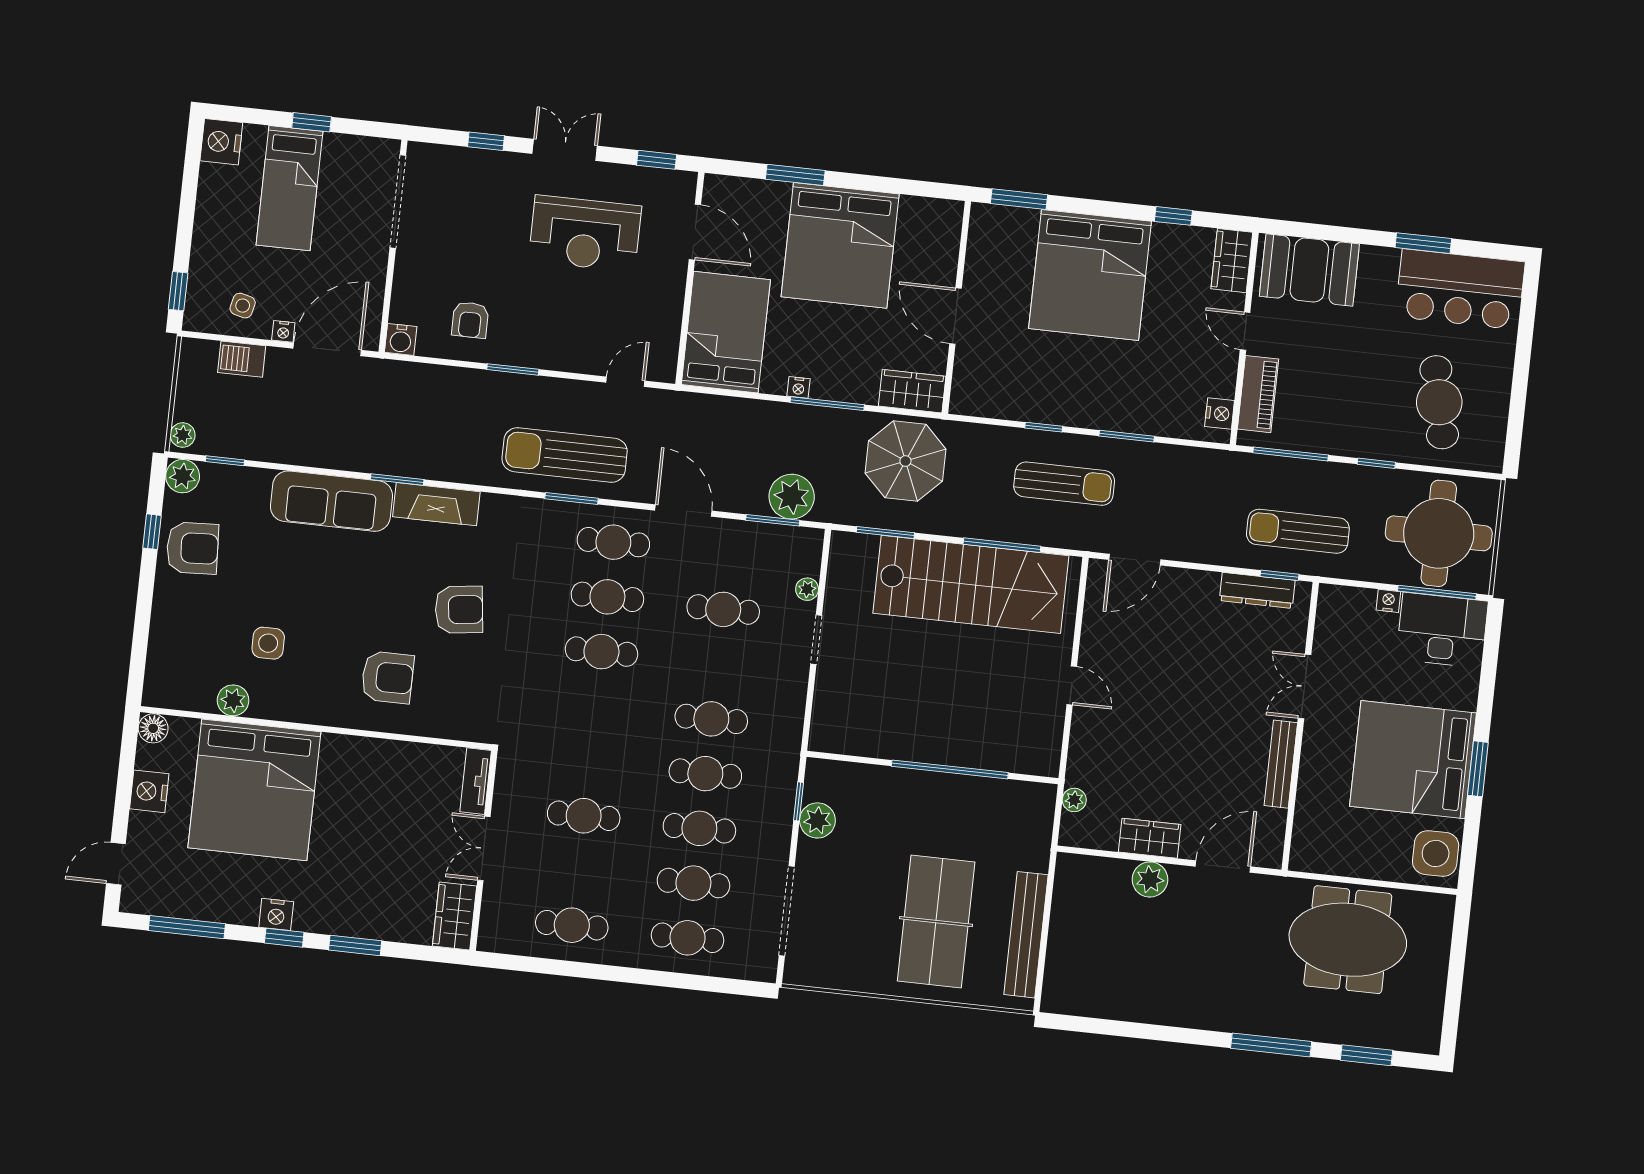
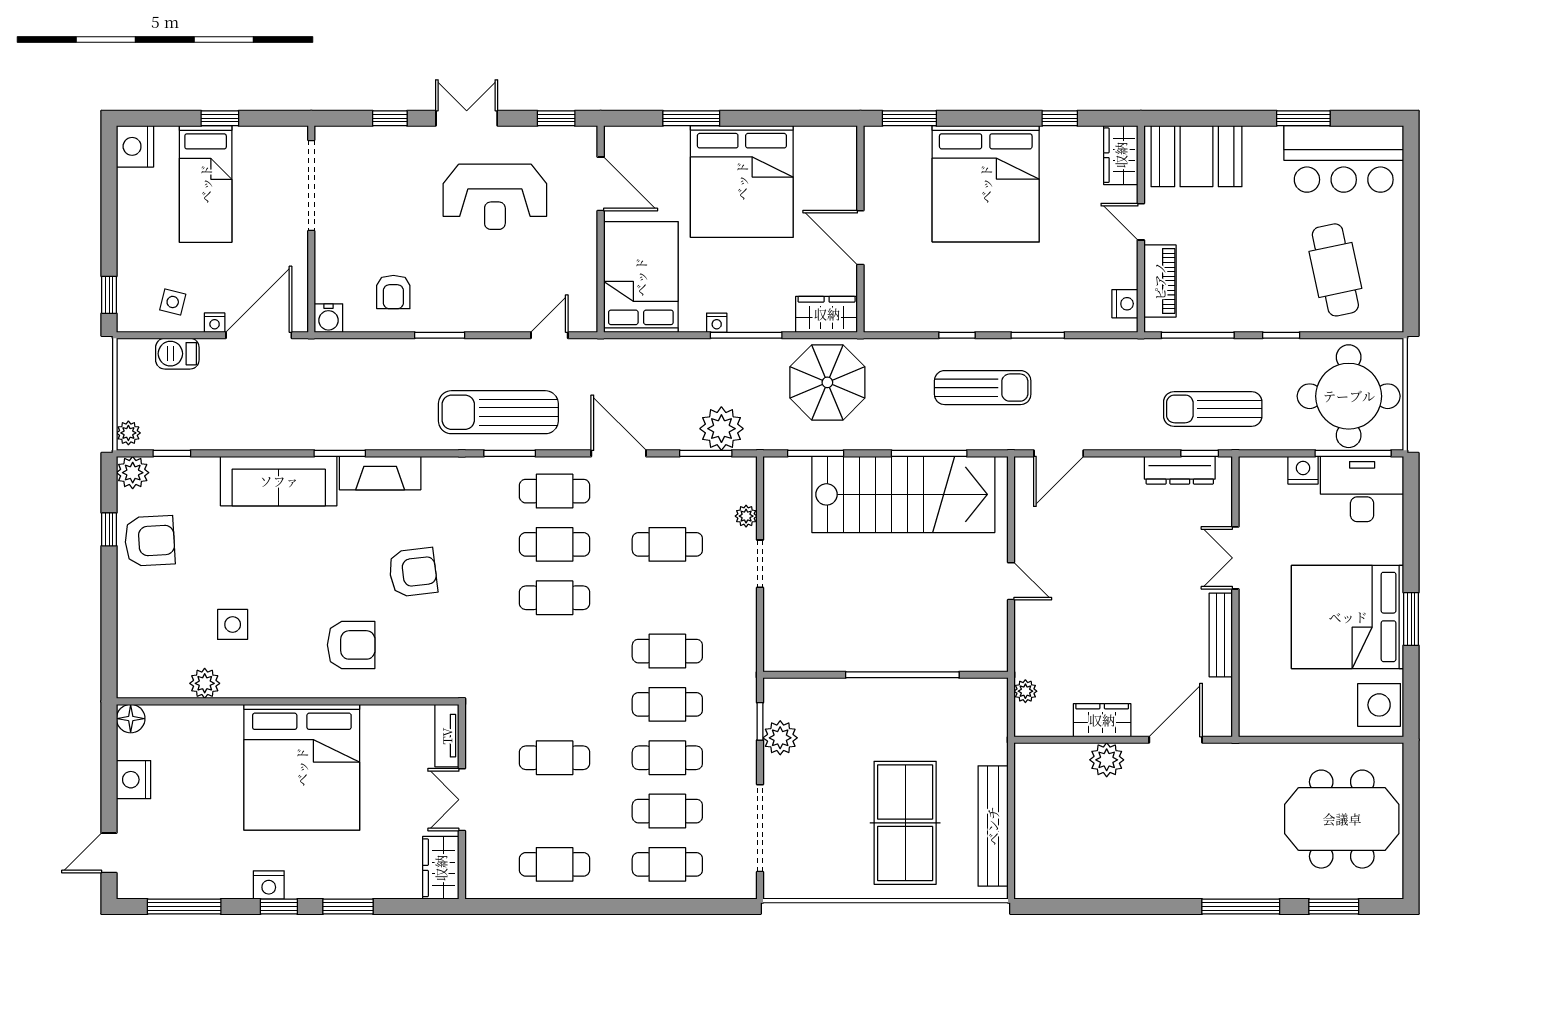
nightstand: (1388, 601) -> (1303, 470), width x1.39, depth x1.35
bed: (254, 790) -> (302, 767), moved
meeting table: (1348, 940) -> (1342, 819), moved

